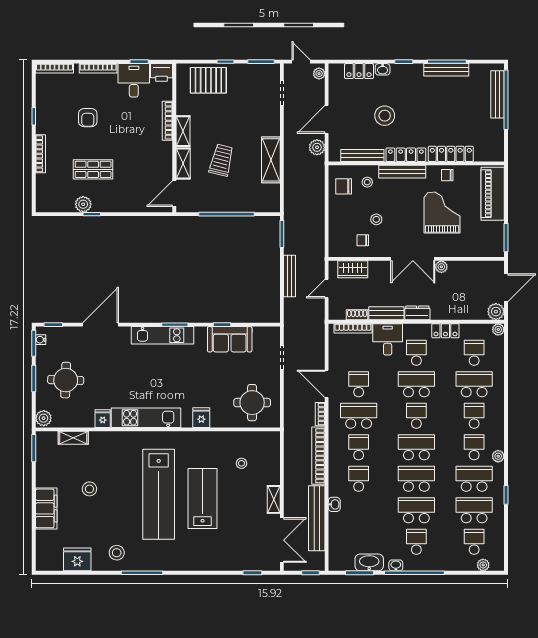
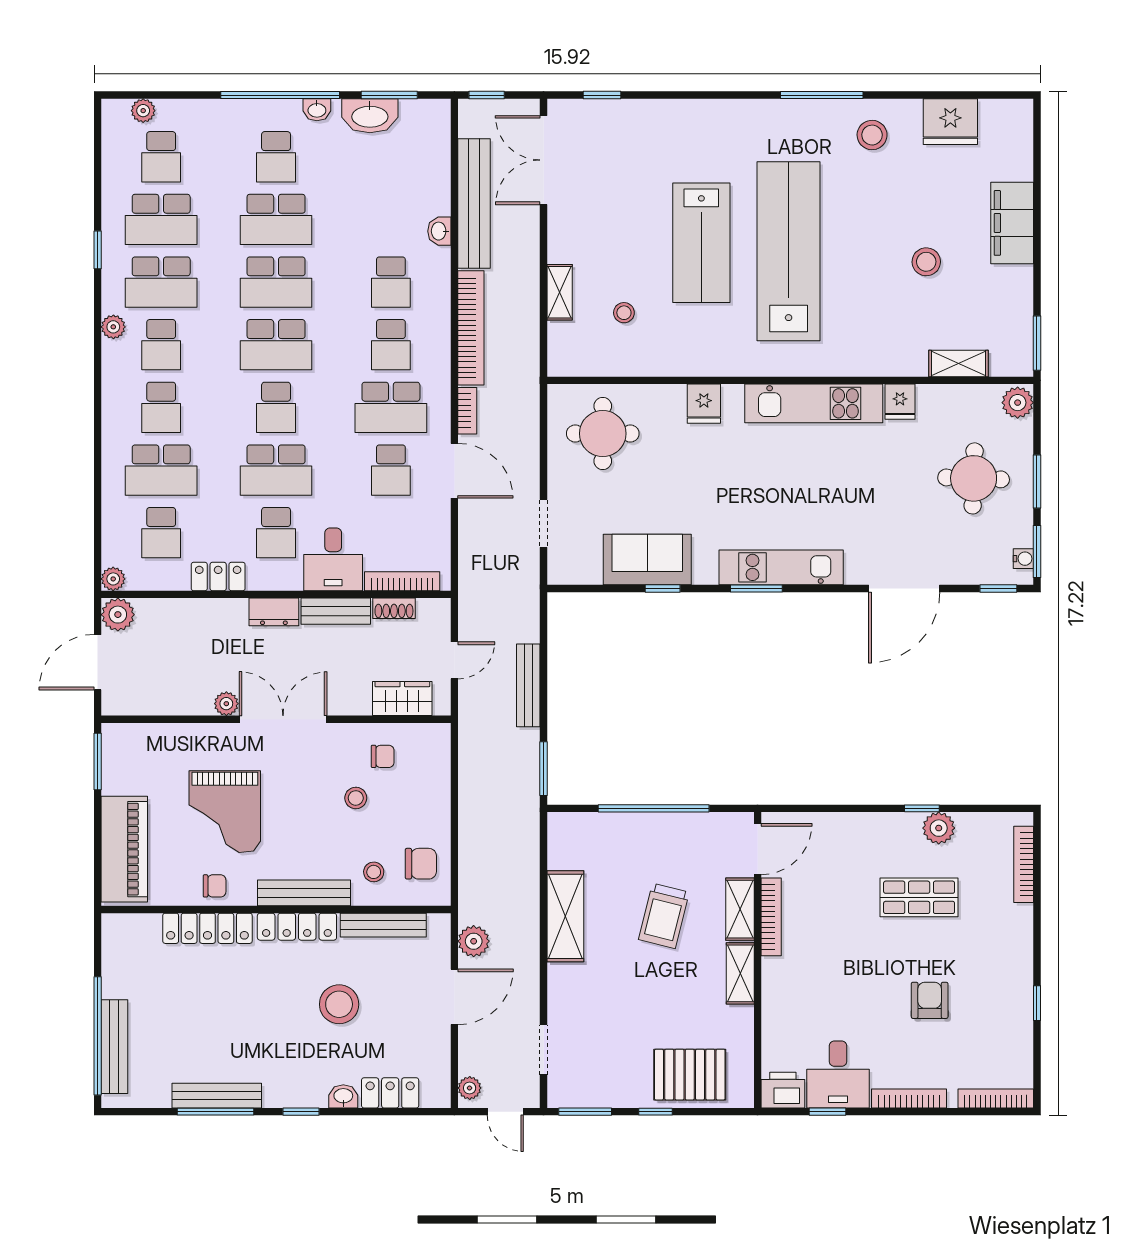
bookcase: (167, 121) -> (771, 917), moved
bookcase: (40, 154) -> (1024, 864), moved
shelving: (274, 499) -> (560, 292), moved

